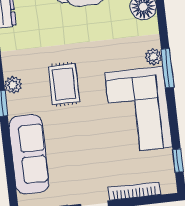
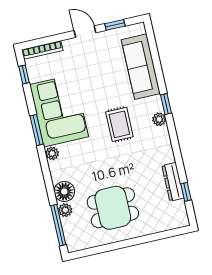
window: (167, 68) -> (37, 130), moved
bookcase: (134, 191) -> (42, 50), moved

